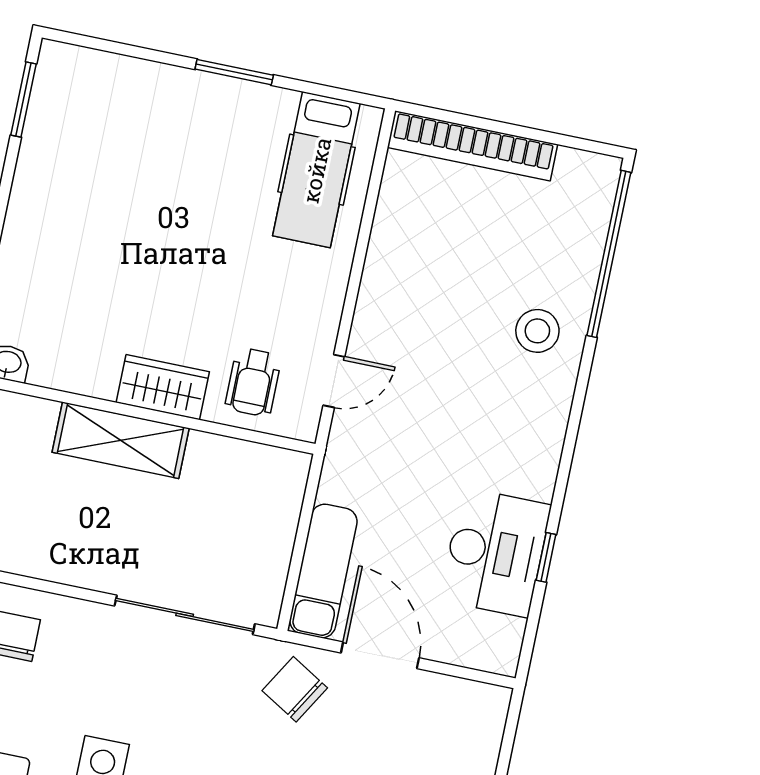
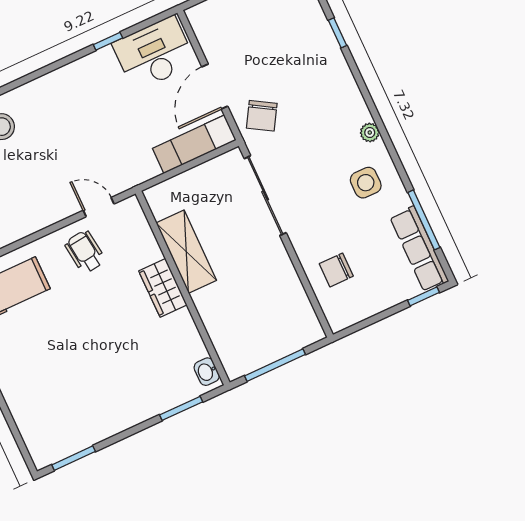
wheelchair: (253, 382) -> (85, 252), moved, turned -97
shelving: (121, 440) -> (186, 252), moved
desk: (495, 552) -> (154, 54), moved

